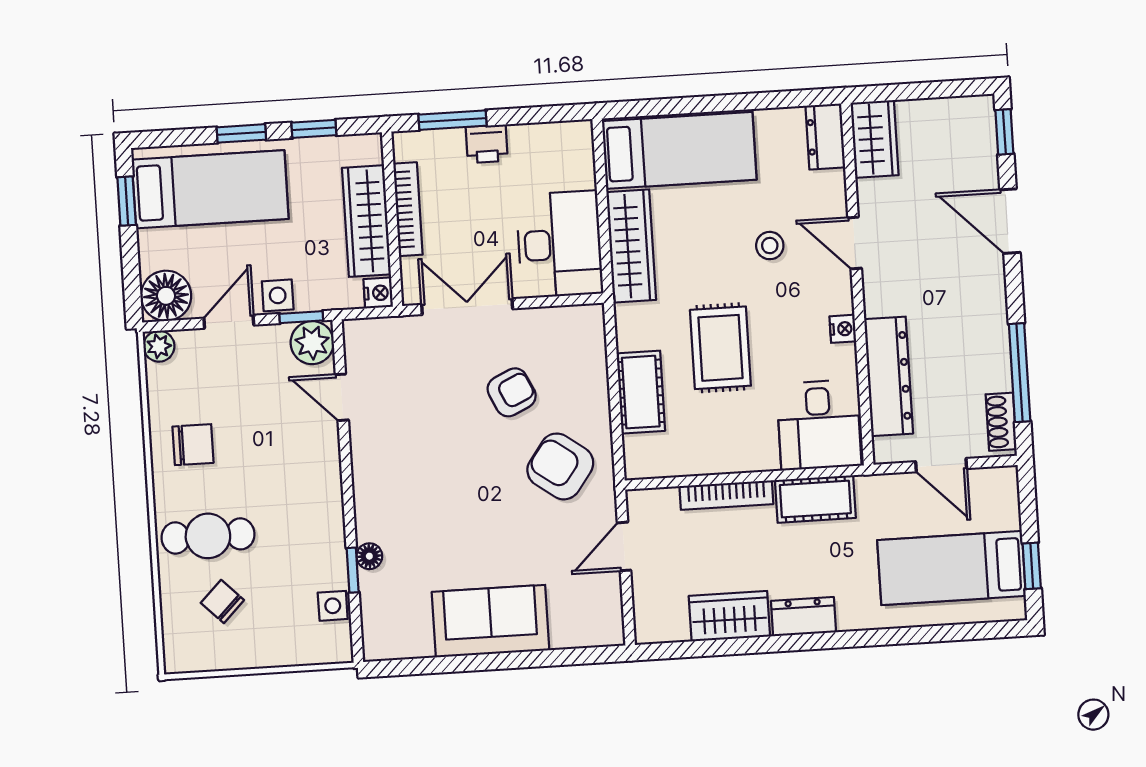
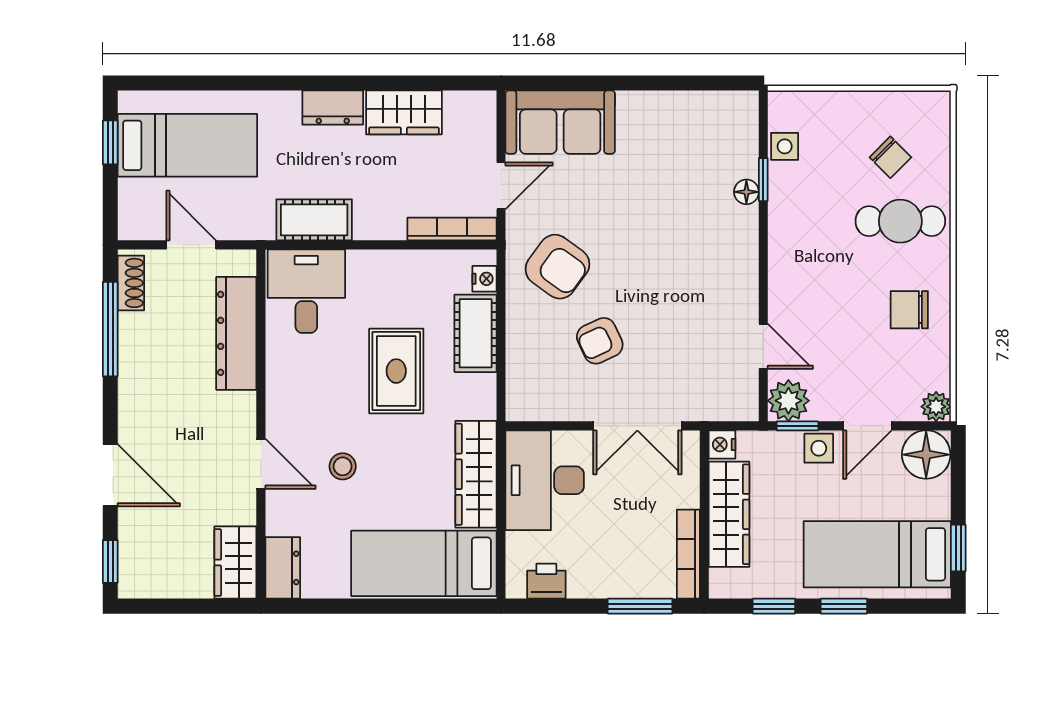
printer: (487, 144) -> (546, 581), moved
bookcase: (408, 209) -> (688, 554), moved
nightstand: (843, 329) -> (484, 279), moved, turned 180
bookcase: (726, 495) -> (452, 229), moved
sofa: (491, 621) -> (560, 122), moved

